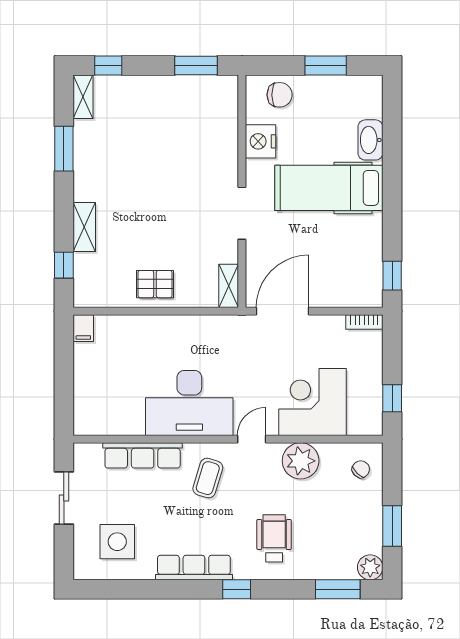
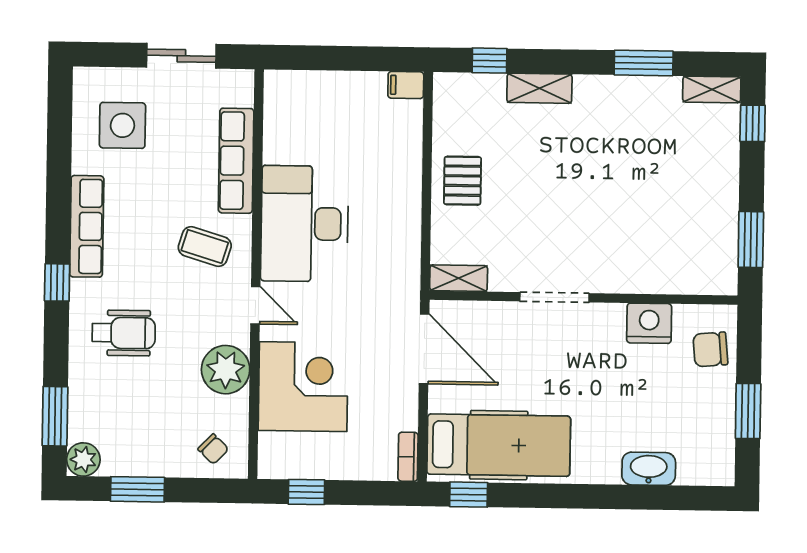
chair: (280, 95) -> (710, 349), turned 85
hospital bed: (329, 188) -> (499, 445), moved, turned 90

